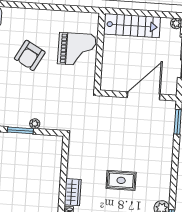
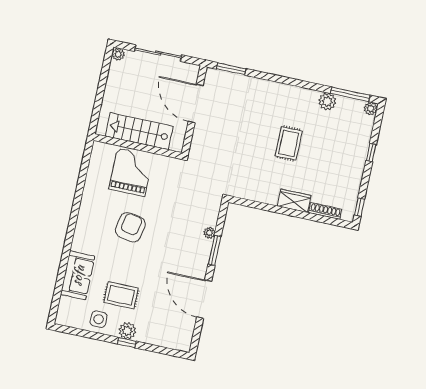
stairs: (132, 26) -> (139, 131), moved, turned -90
armchair: (30, 55) -> (130, 227), turned -108

